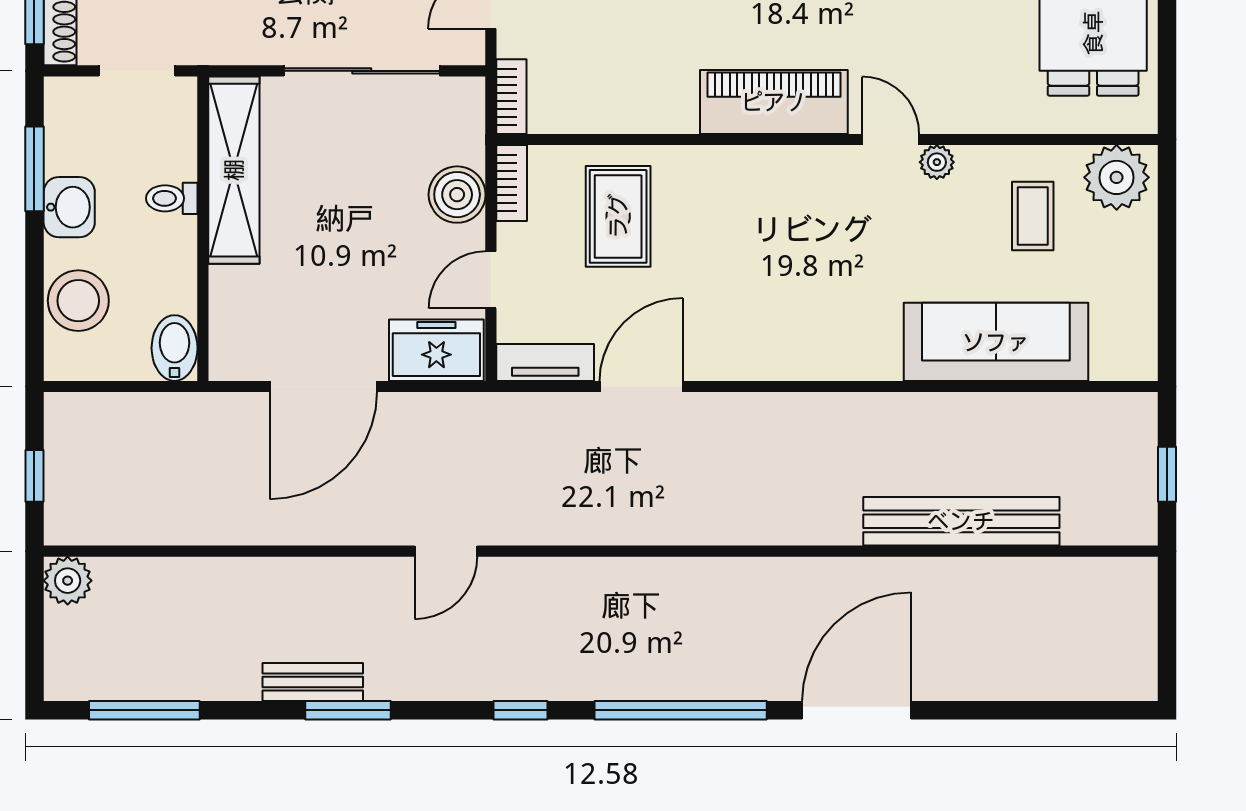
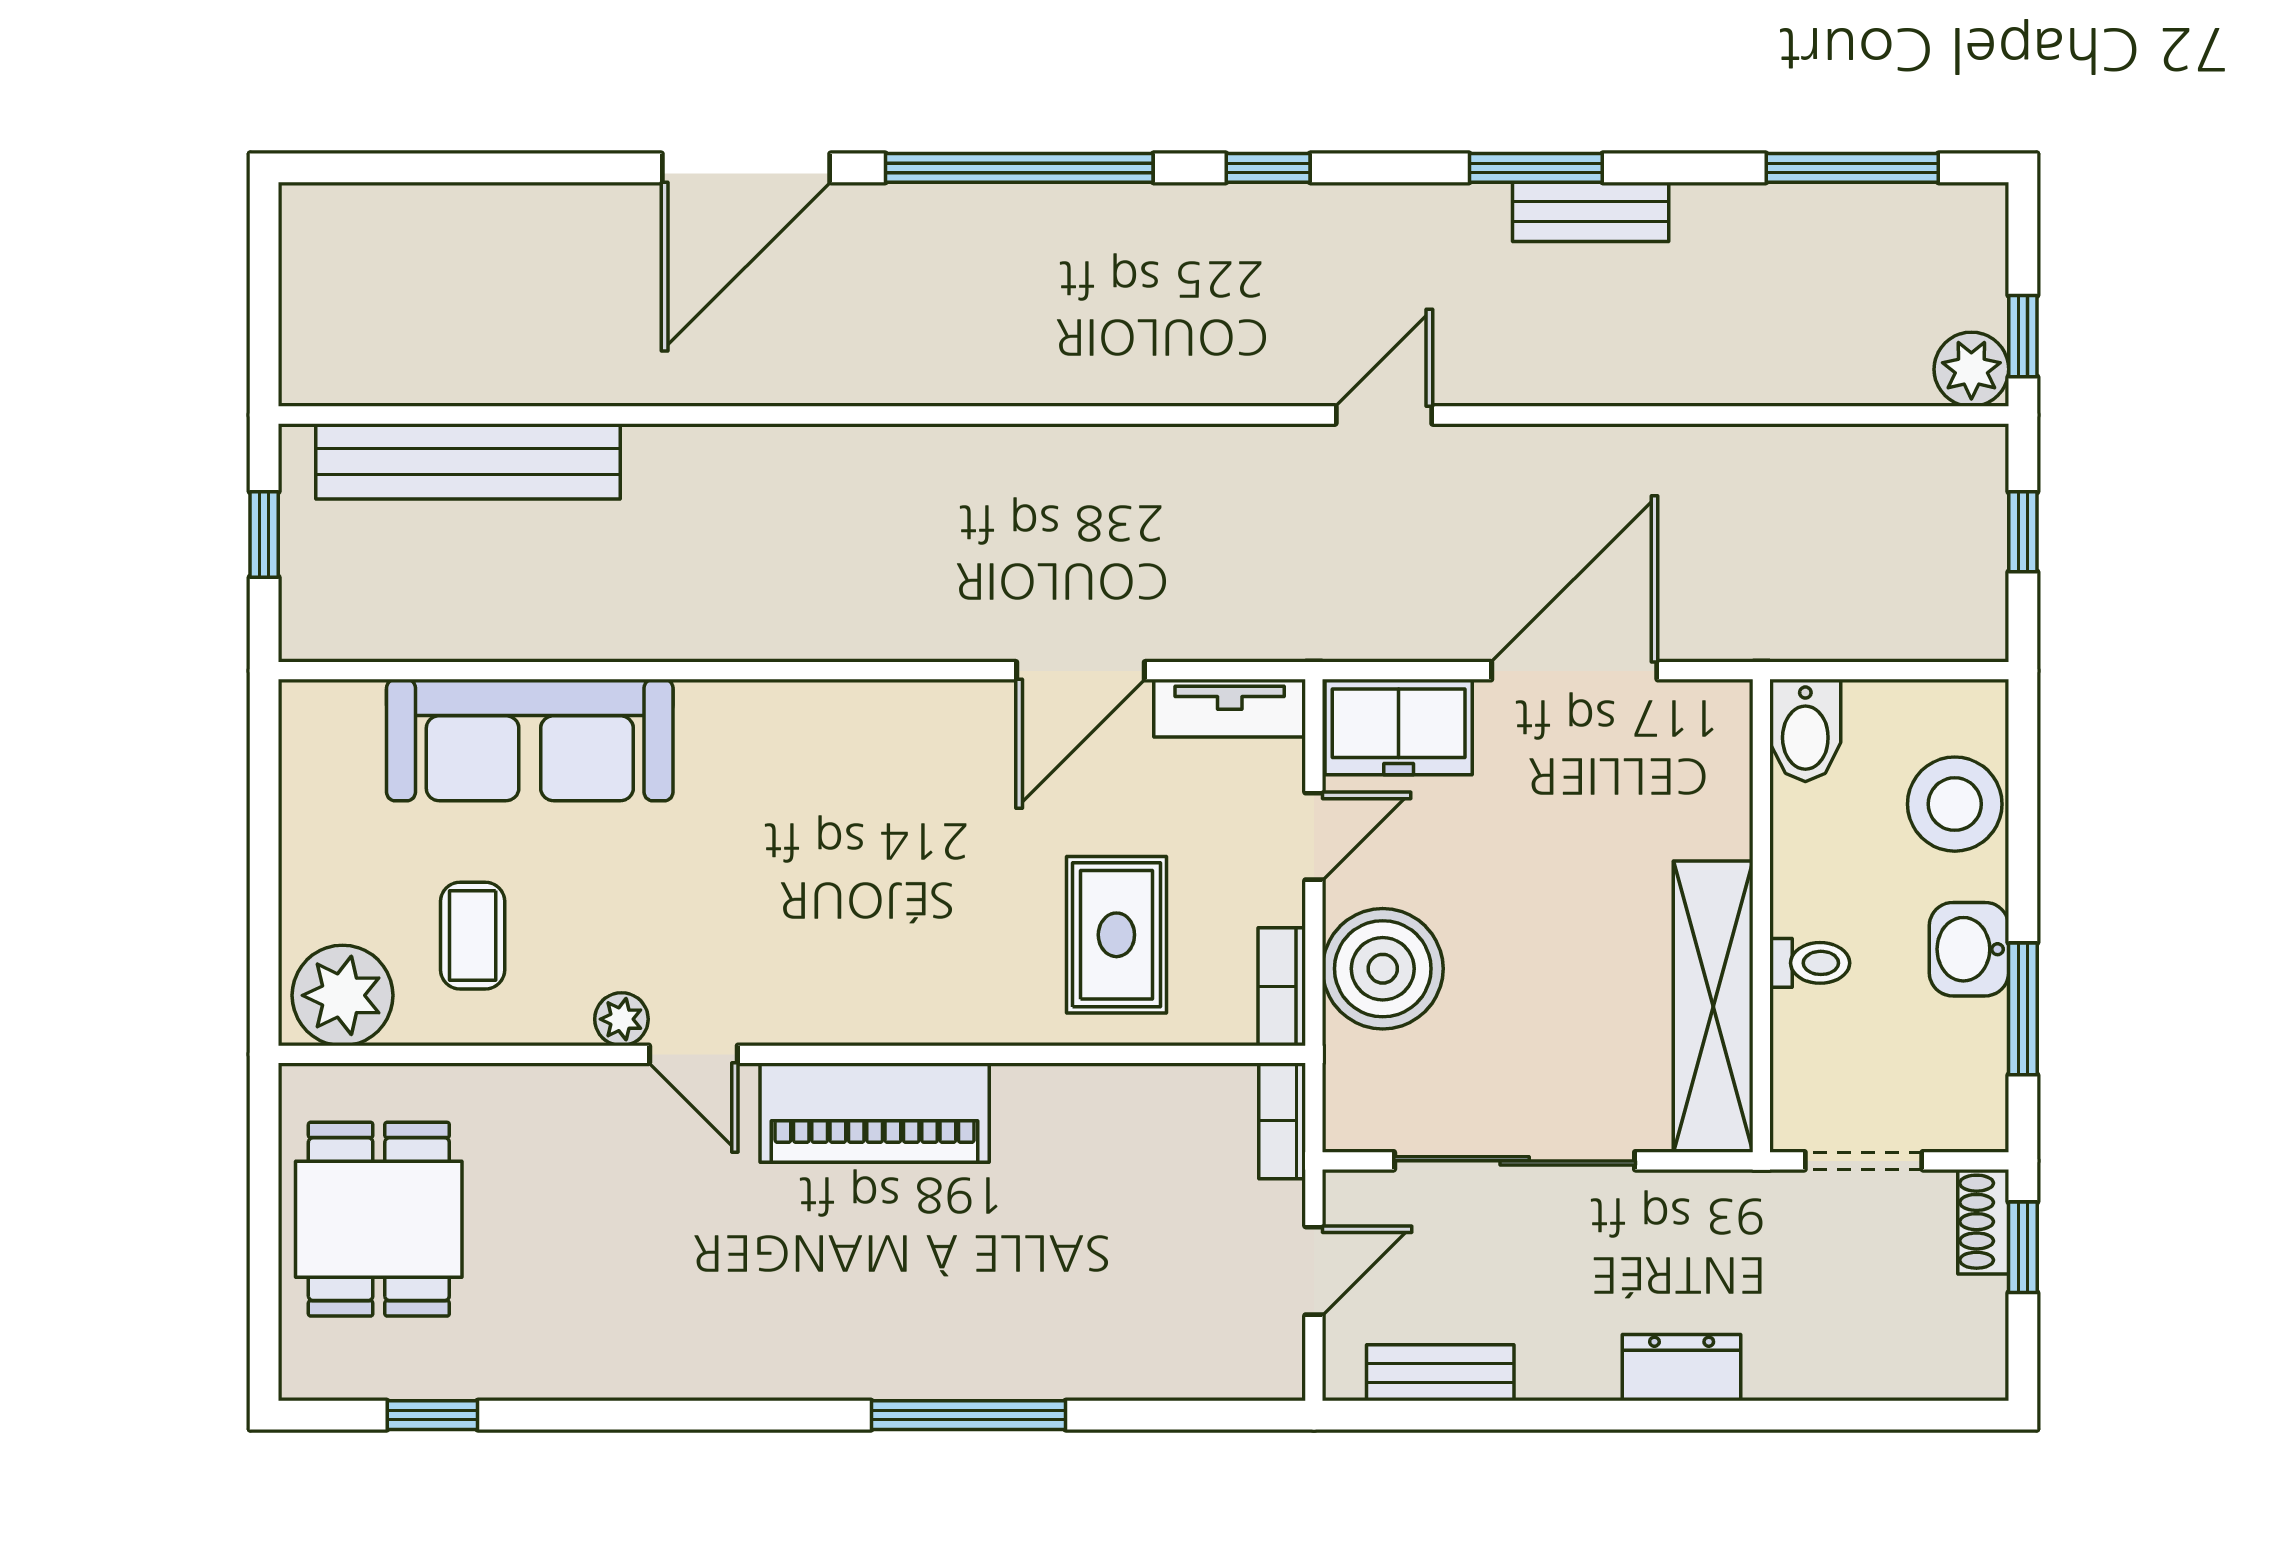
boiler: (457, 195) -> (1383, 969), width x1.37, depth x1.37
bench: (961, 521) -> (468, 461), moved
window: (34, 602) -> (2023, 336), added

